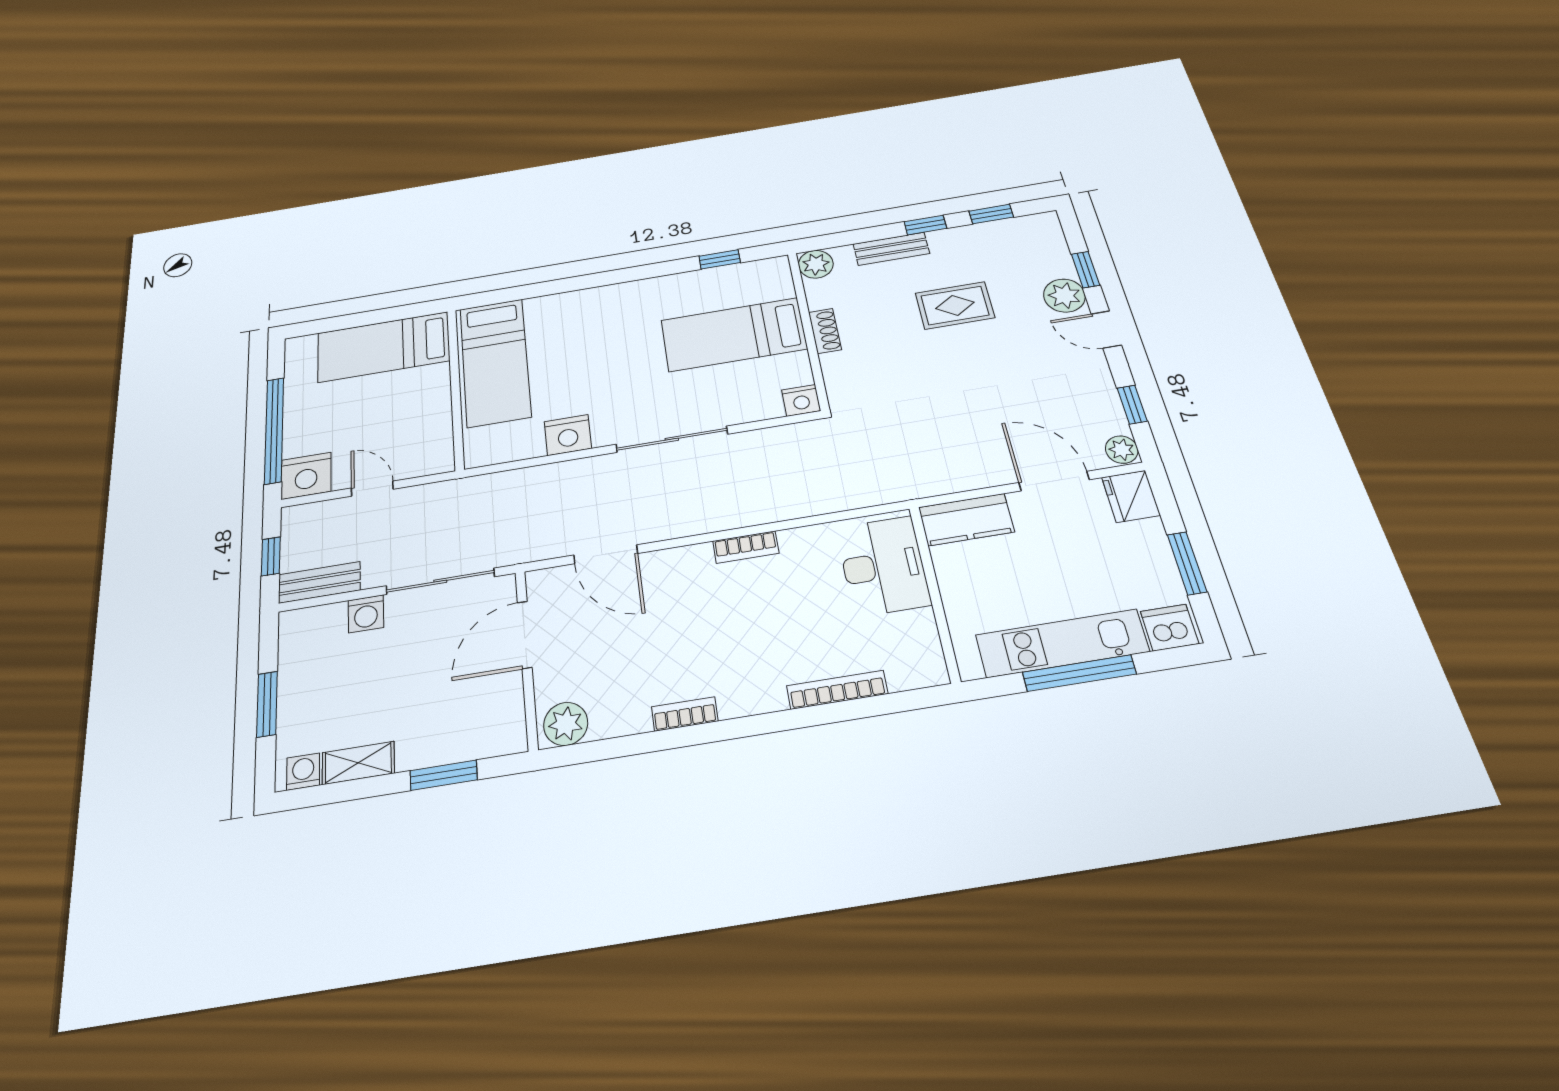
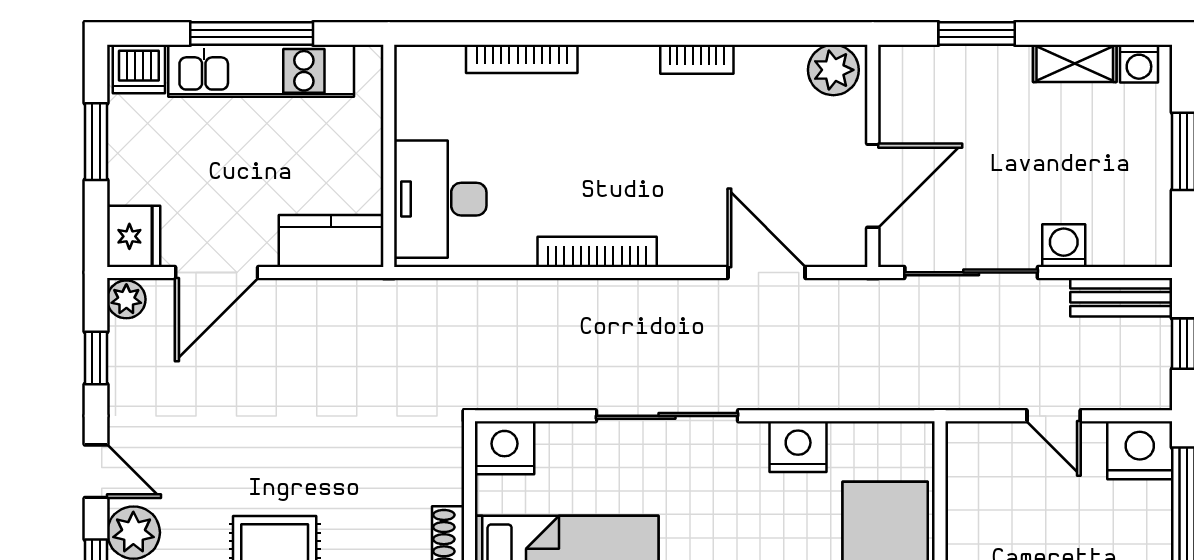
nightstand: (801, 400) -> (504, 448), width x1.36, depth x1.33
door: (1054, 481) -> (217, 272), hinge flipped
bookcase: (746, 547) -> (597, 252), width x1.56

